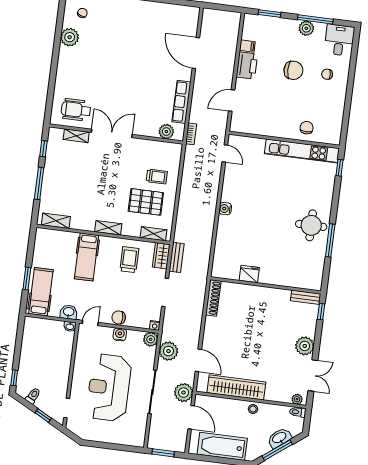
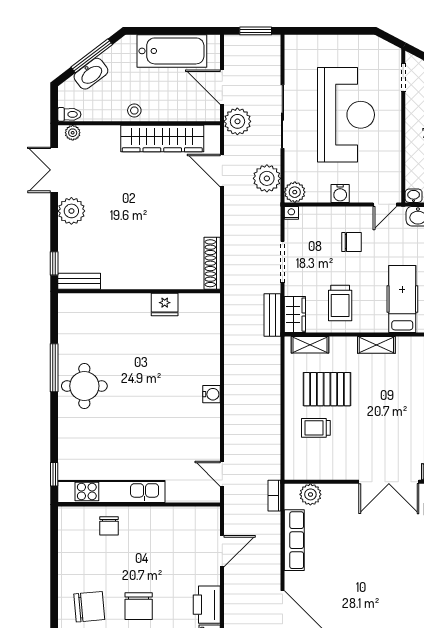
chair: (293, 70) -> (139, 606), turned -90
chair: (327, 74) -> (89, 607), width x1.87, depth x1.87
chair: (119, 317) -> (352, 242), moved

